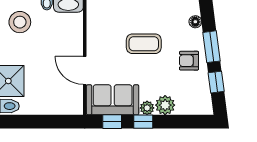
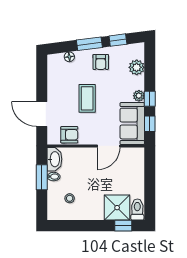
stool: (20, 22) -> (70, 198), width x0.53, depth x0.53
armchair: (99, 22) -> (69, 135), added
plant: (165, 105) -> (137, 67), moved

